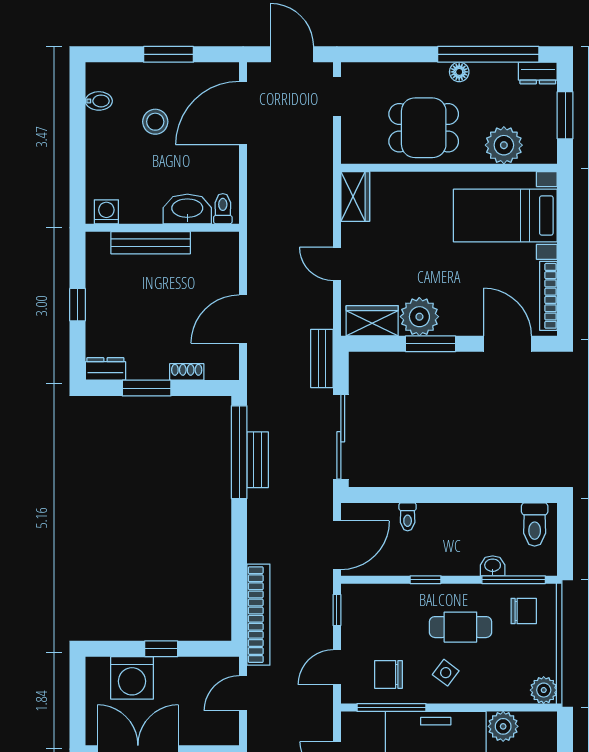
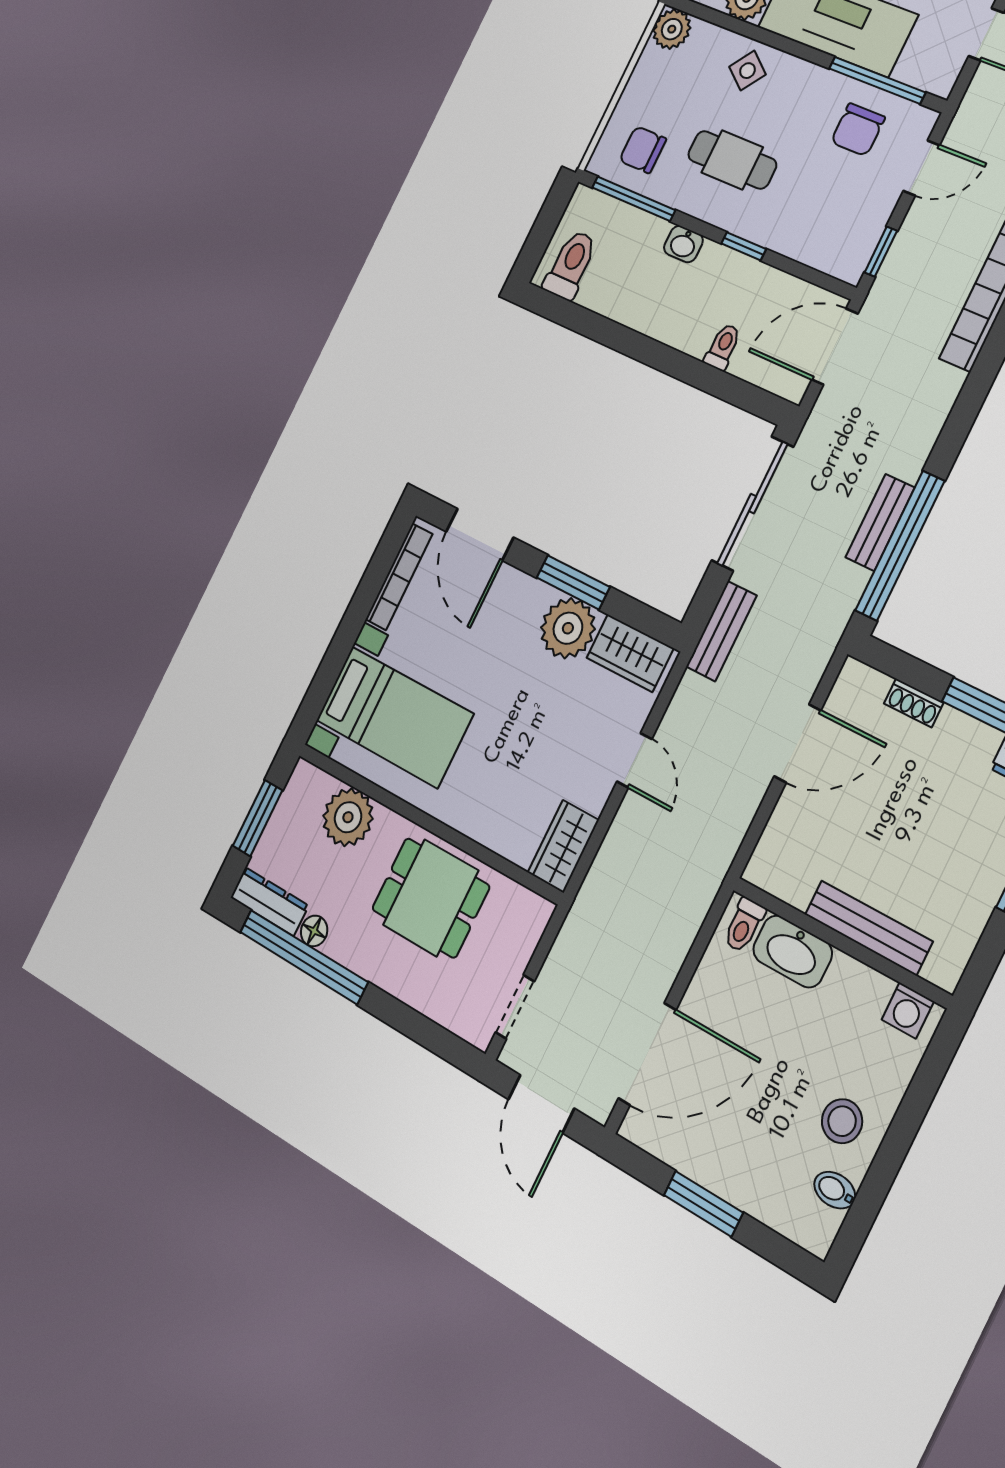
floor lamp: (459, 72) -> (314, 931), moved
dresser: (538, 73) -> (269, 901), width x1.44
stool: (155, 122) -> (842, 1121), moved
washbasin: (493, 566) -> (683, 244), moved
side table: (446, 673) -> (747, 71), moved
chair: (389, 674) -> (858, 130), turned 90

